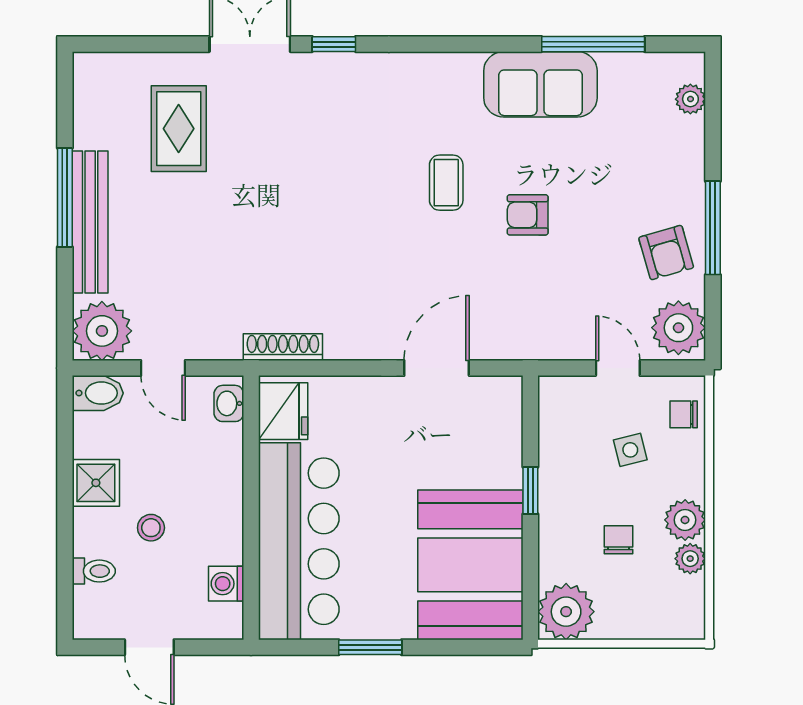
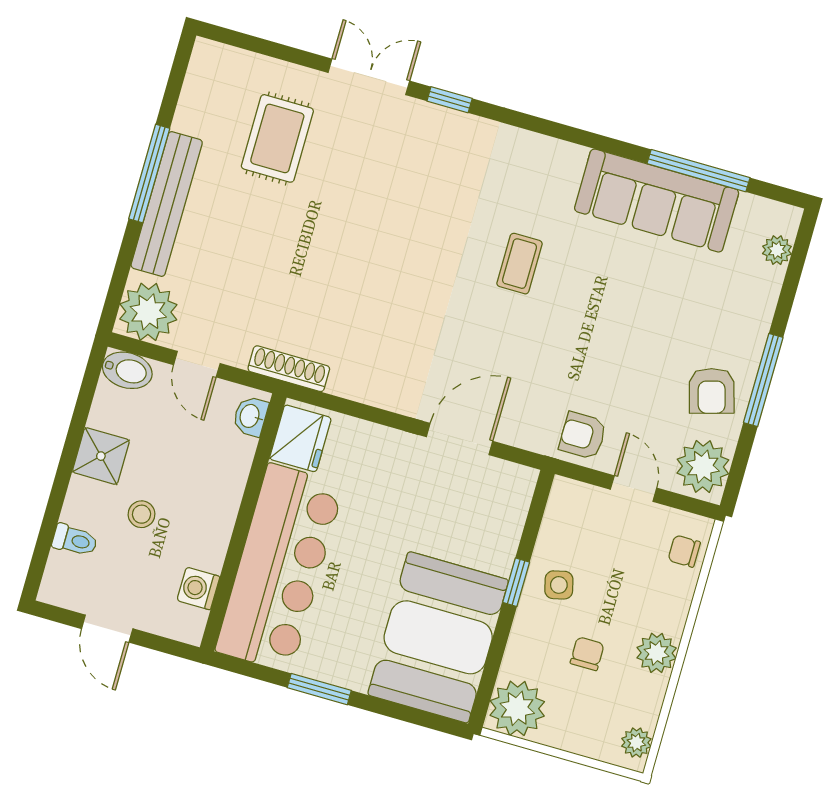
sofa: (540, 84) -> (657, 201), width x1.36
armchair: (528, 215) -> (583, 436), moved
shoe rack: (283, 347) -> (289, 369), moved
side table: (630, 450) -> (559, 585), moved
plant: (690, 559) -> (636, 743), moved

